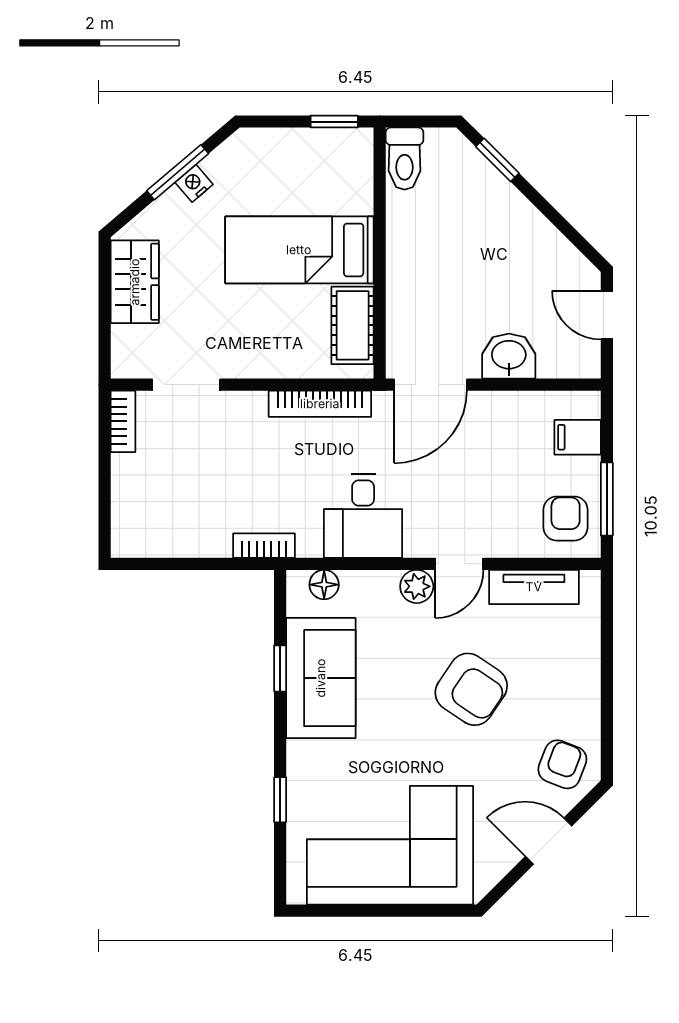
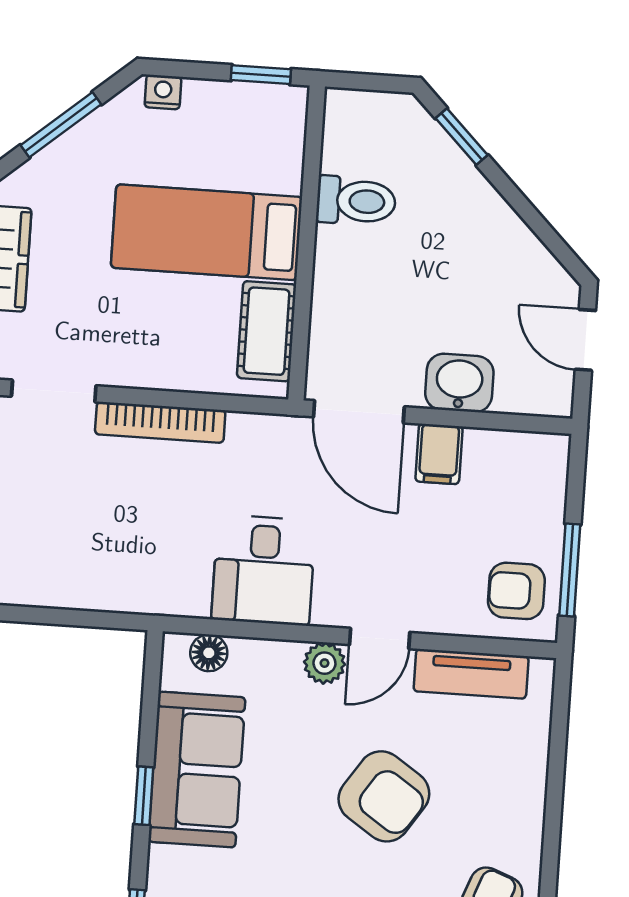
toilet: (405, 159) -> (356, 201), moved, turned -90
nightstand: (194, 183) -> (163, 92), moved, turned 40
door: (430, 385) -> (359, 412), hinge flipped
bookcase: (320, 404) -> (160, 422), moved
filing cabinet: (578, 437) -> (439, 454), moved, turned -90
armchair: (566, 519) -> (516, 591), turned -90
bookcase: (264, 546) -> (137, 599), removed
window: (280, 668) -> (144, 796), moved

